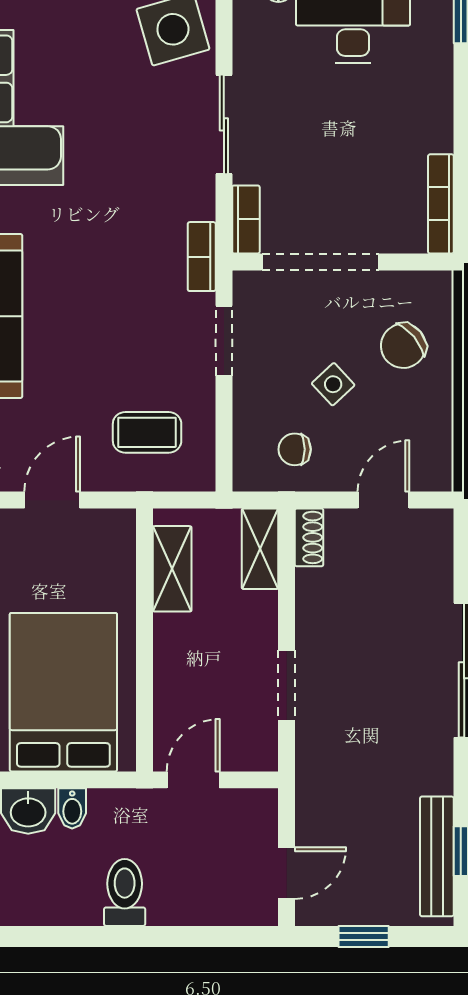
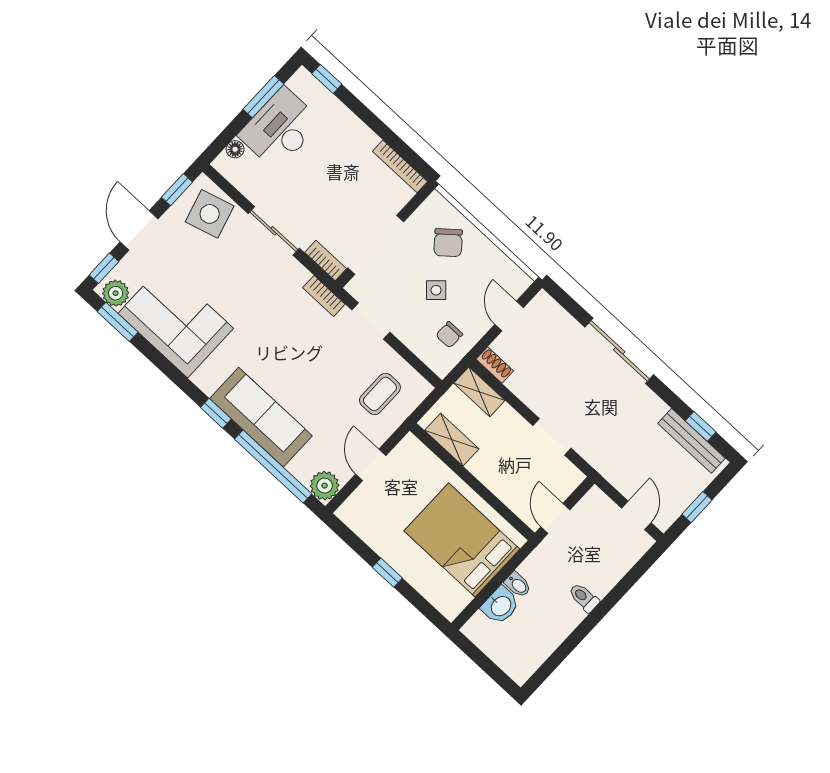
toilet: (125, 892) -> (584, 598), width x0.73, depth x0.72

